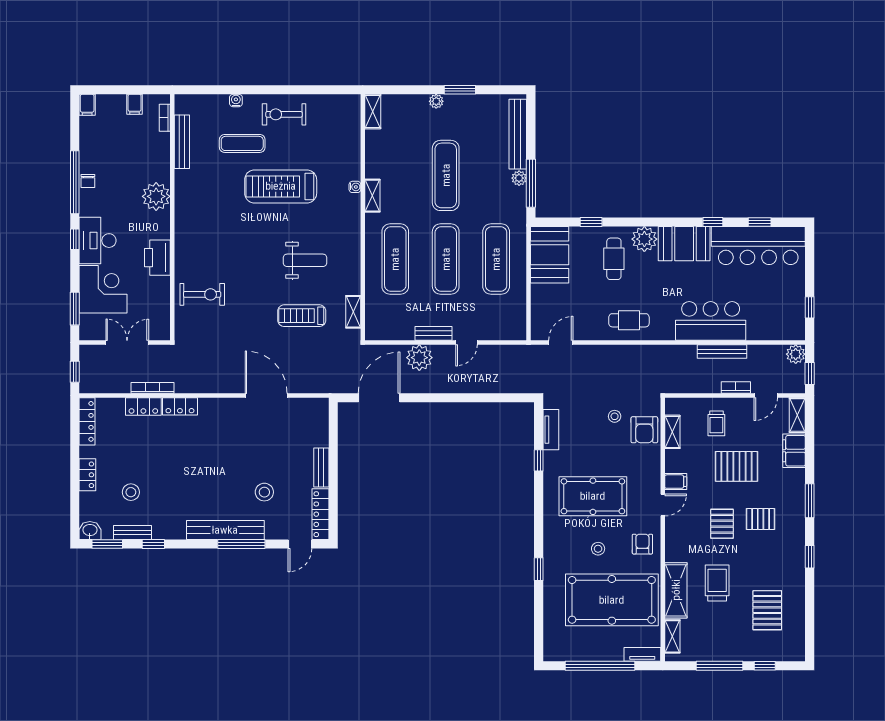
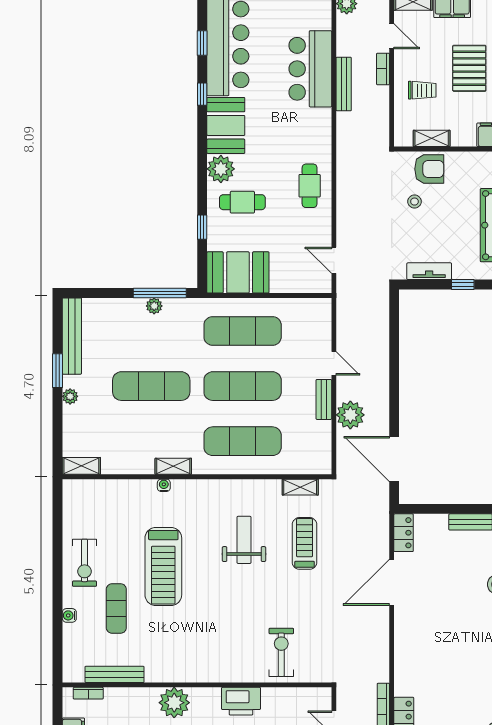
bench: (518, 134) -> (72, 336), moved, turned 90
treadmill: (302, 316) -> (305, 543), turned 180
bar counter: (711, 321) -> (310, 69), moved
locker: (180, 406) -> (404, 533), moved

